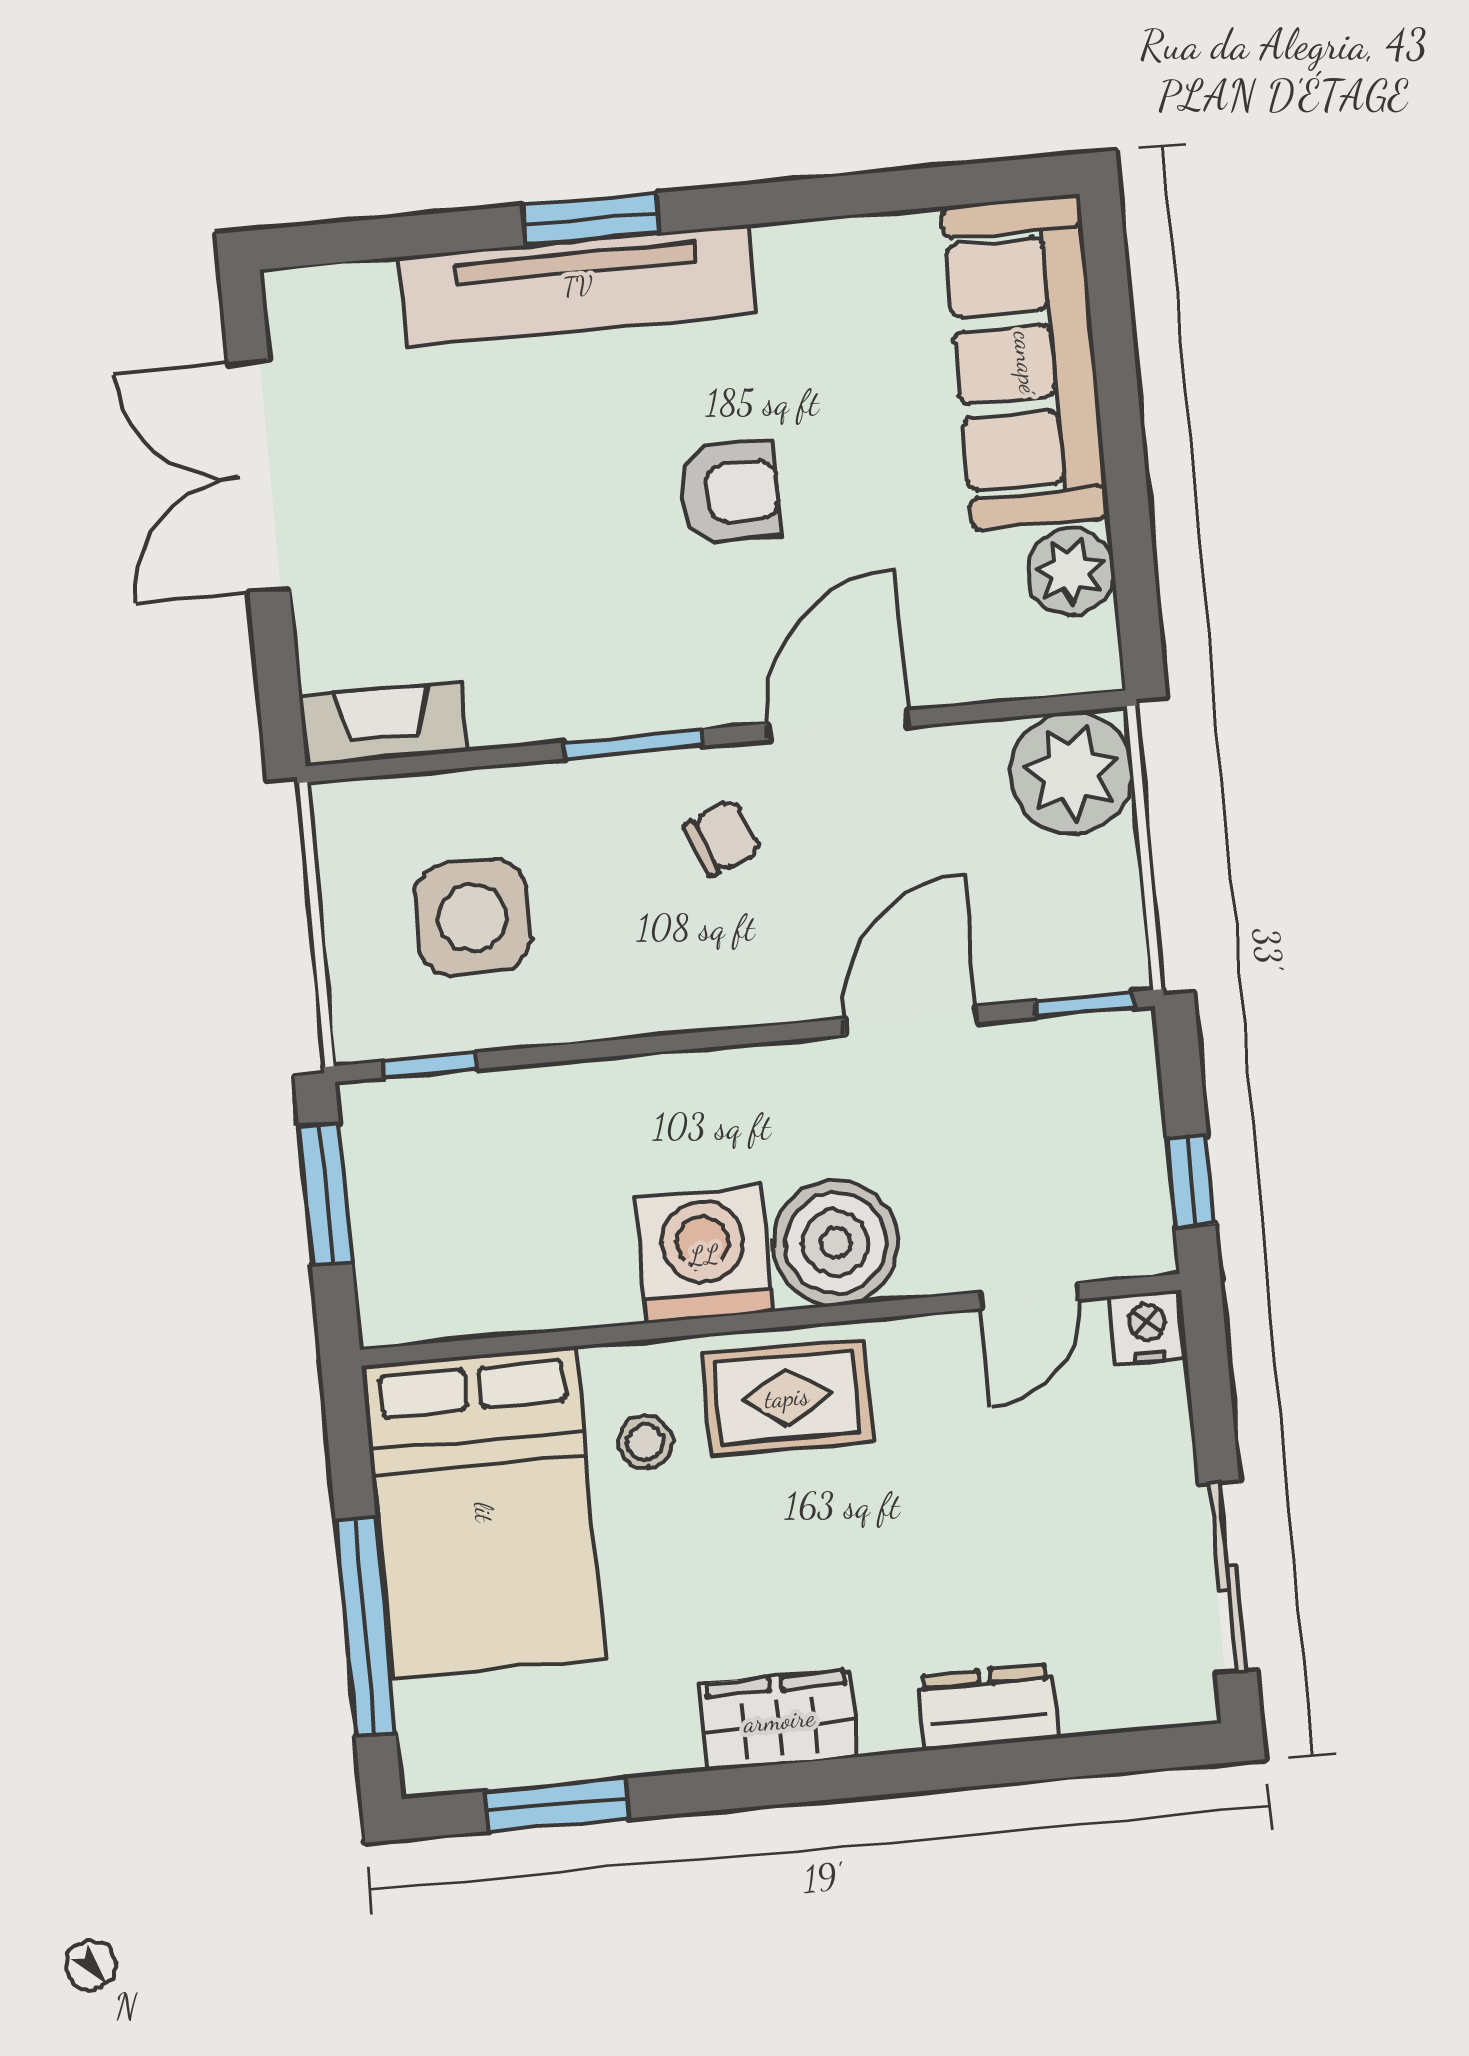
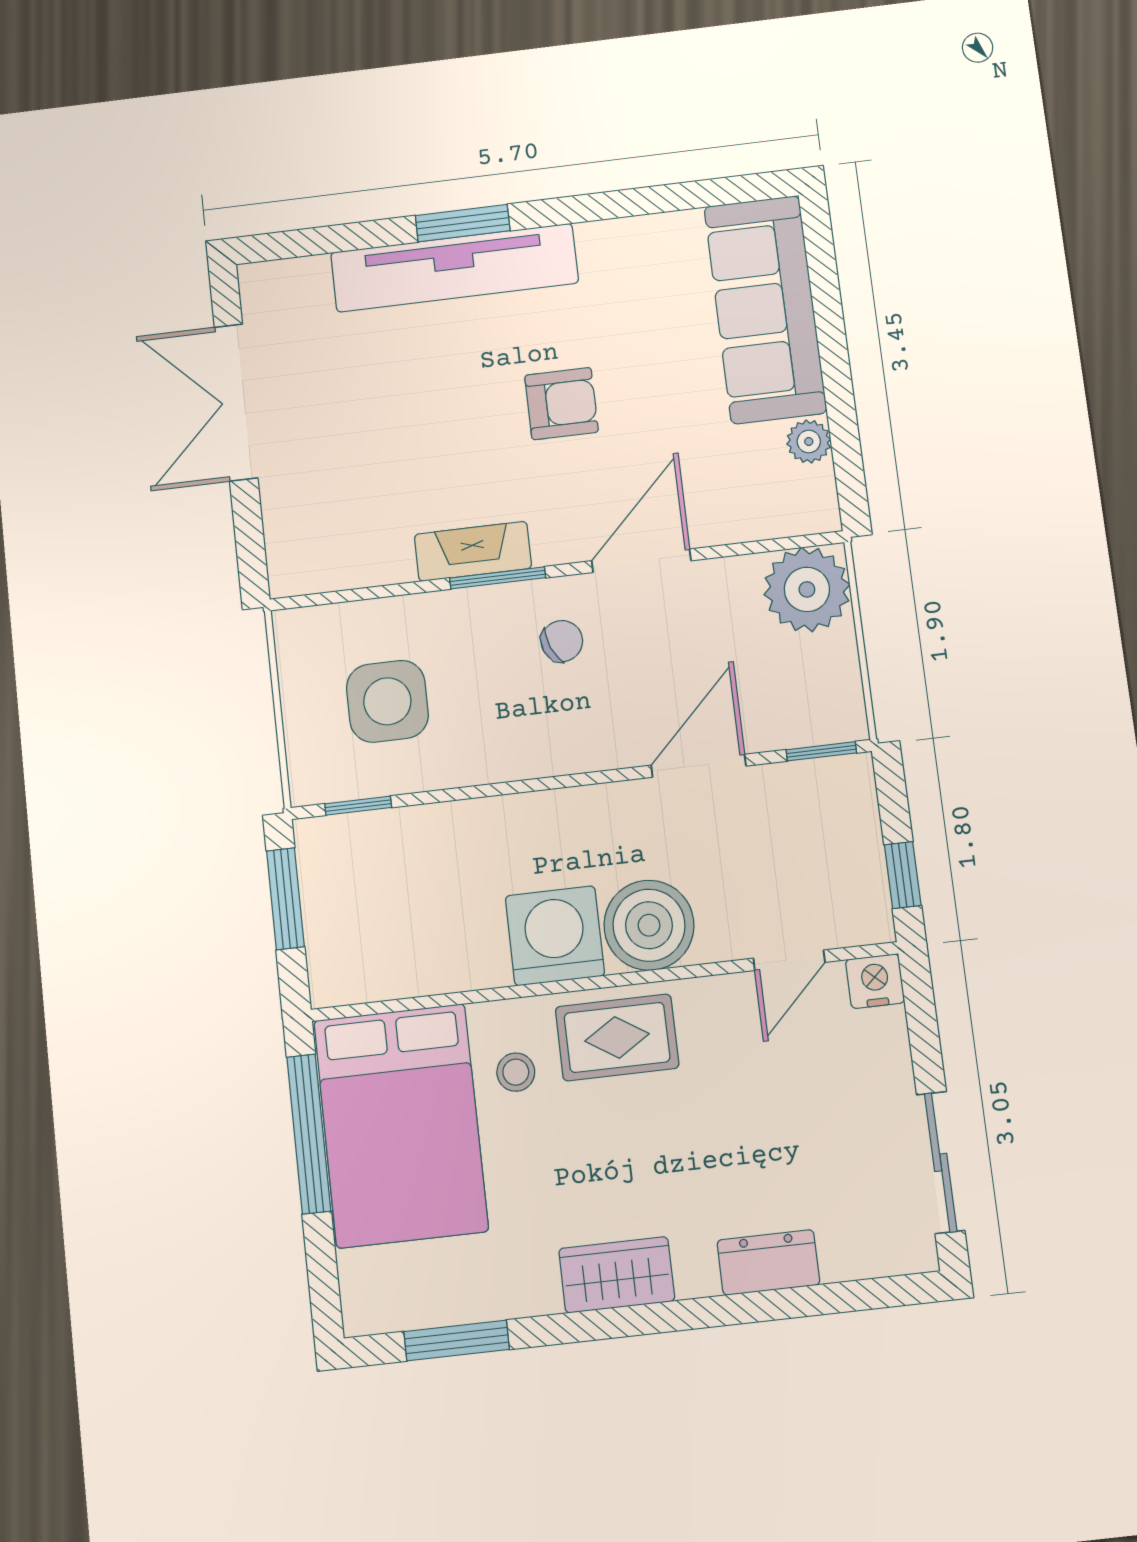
plant: (1071, 572) -> (809, 442), width x0.73, depth x0.73
fireplace: (383, 725) -> (473, 551), moved
window: (366, 1627) -> (309, 1134), moved

